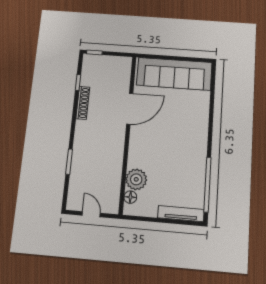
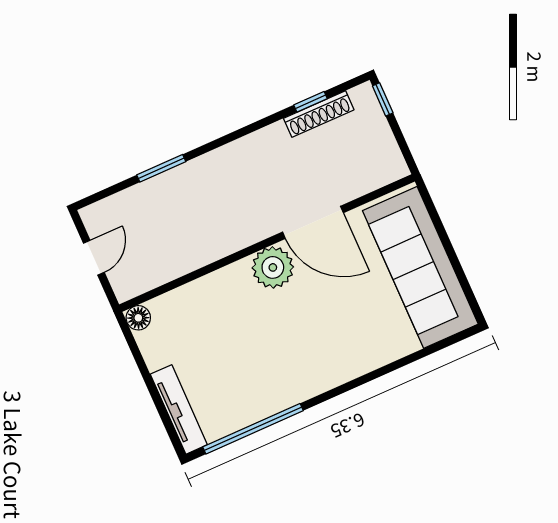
shoe rack: (83, 103) -> (319, 114), moved
plant: (136, 179) -> (273, 267), moved
floor lamp: (130, 197) -> (138, 318), moved

